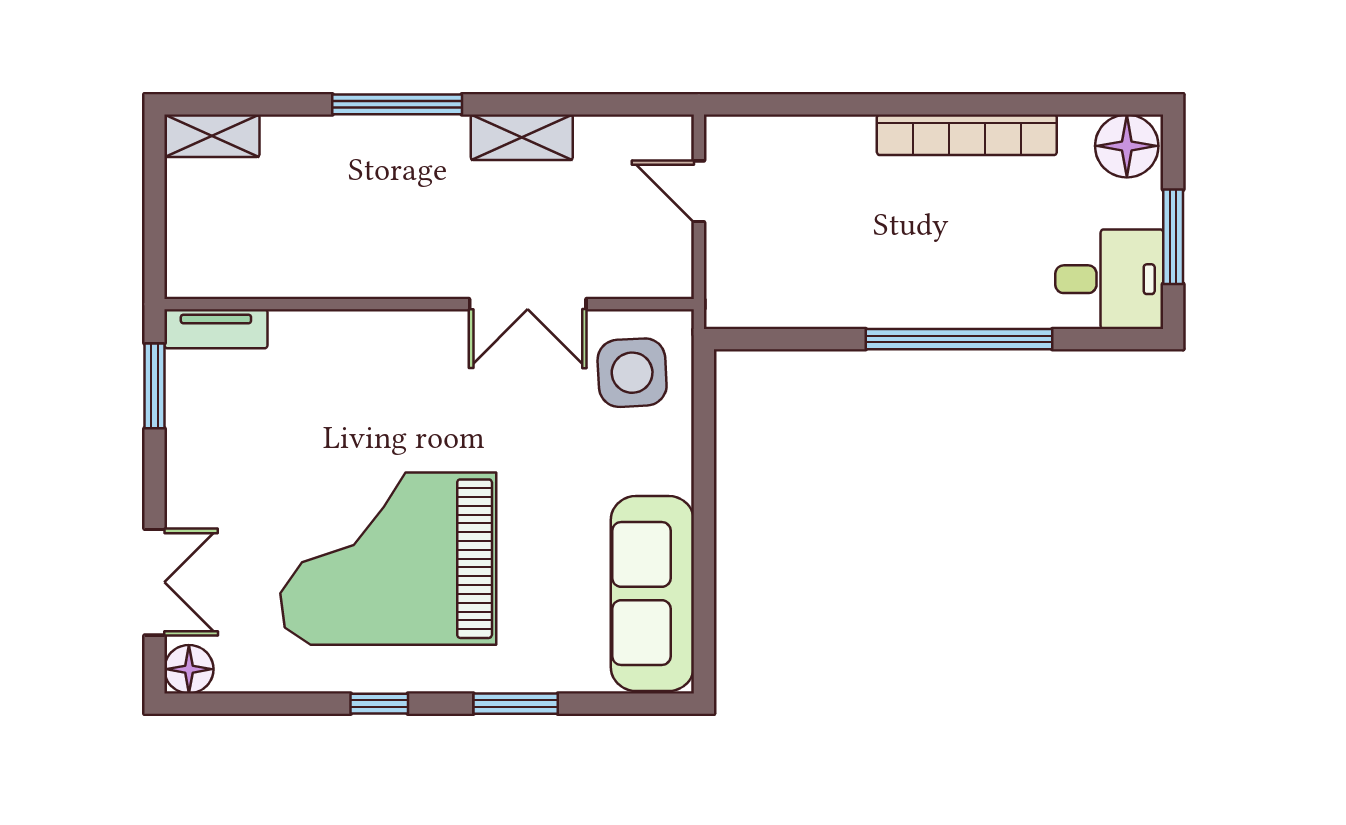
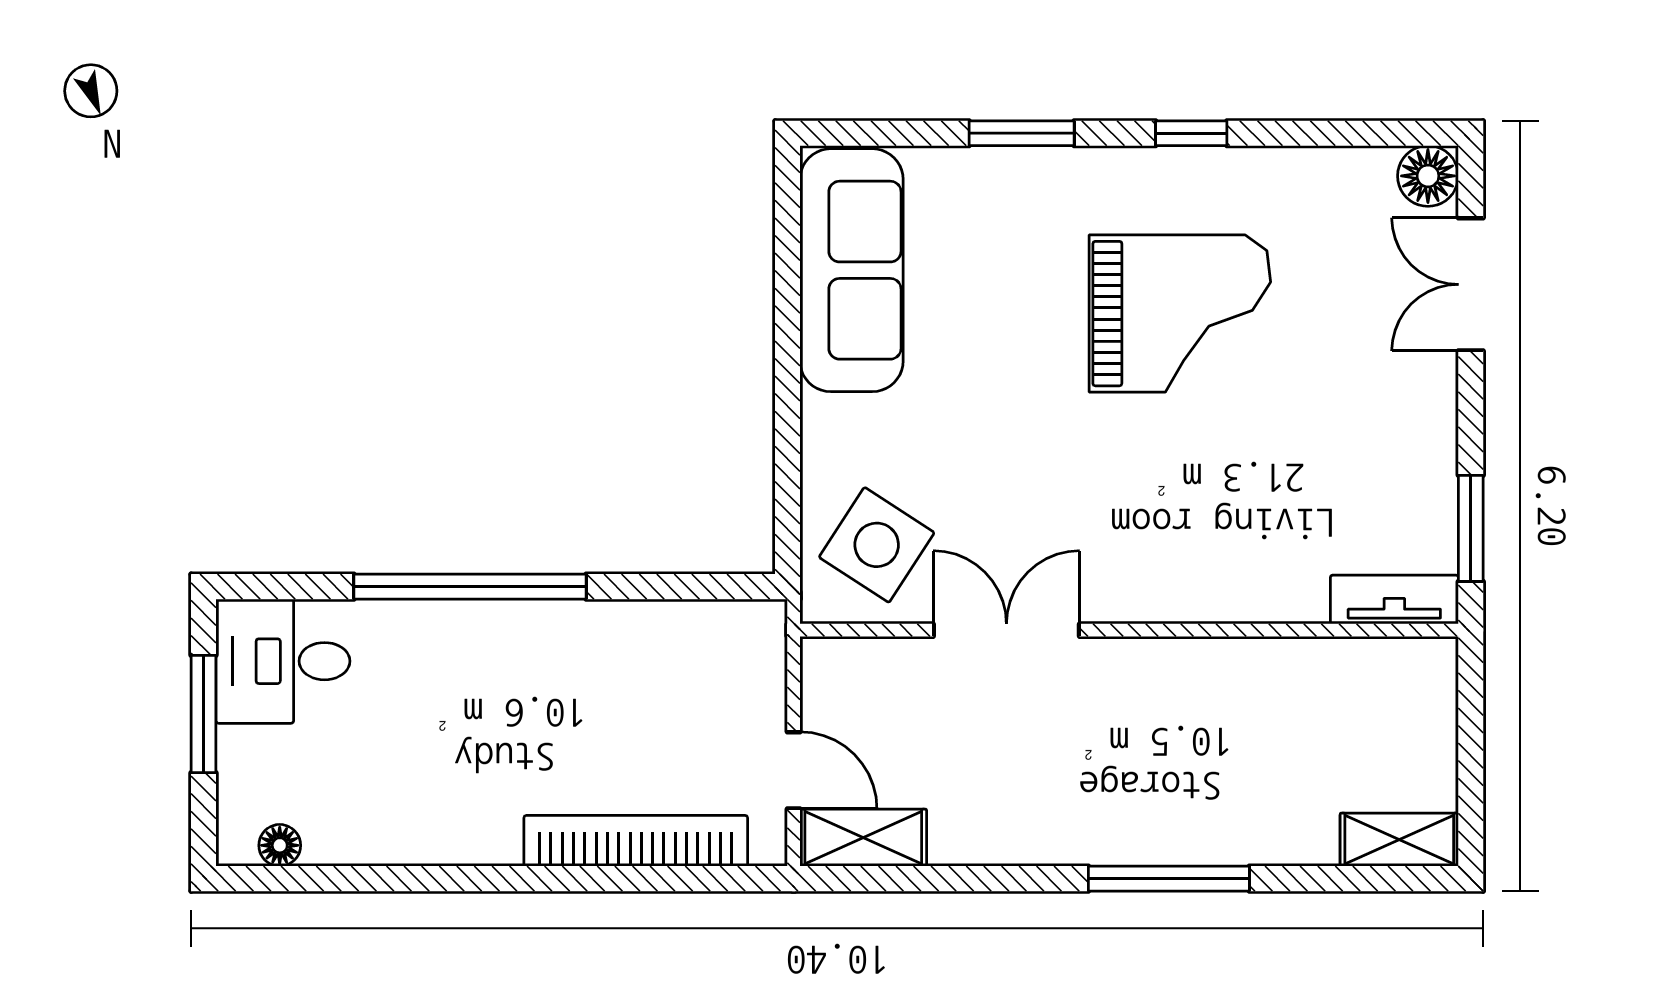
bookcase: (967, 135) -> (636, 841), moved
shelving: (522, 137) -> (863, 838), moved
floor lamp: (1127, 146) -> (280, 845), width x0.53, depth x0.53
side table: (632, 373) -> (877, 545), turned 36
grand piano: (388, 559) -> (1180, 314), width x0.73, depth x0.68

